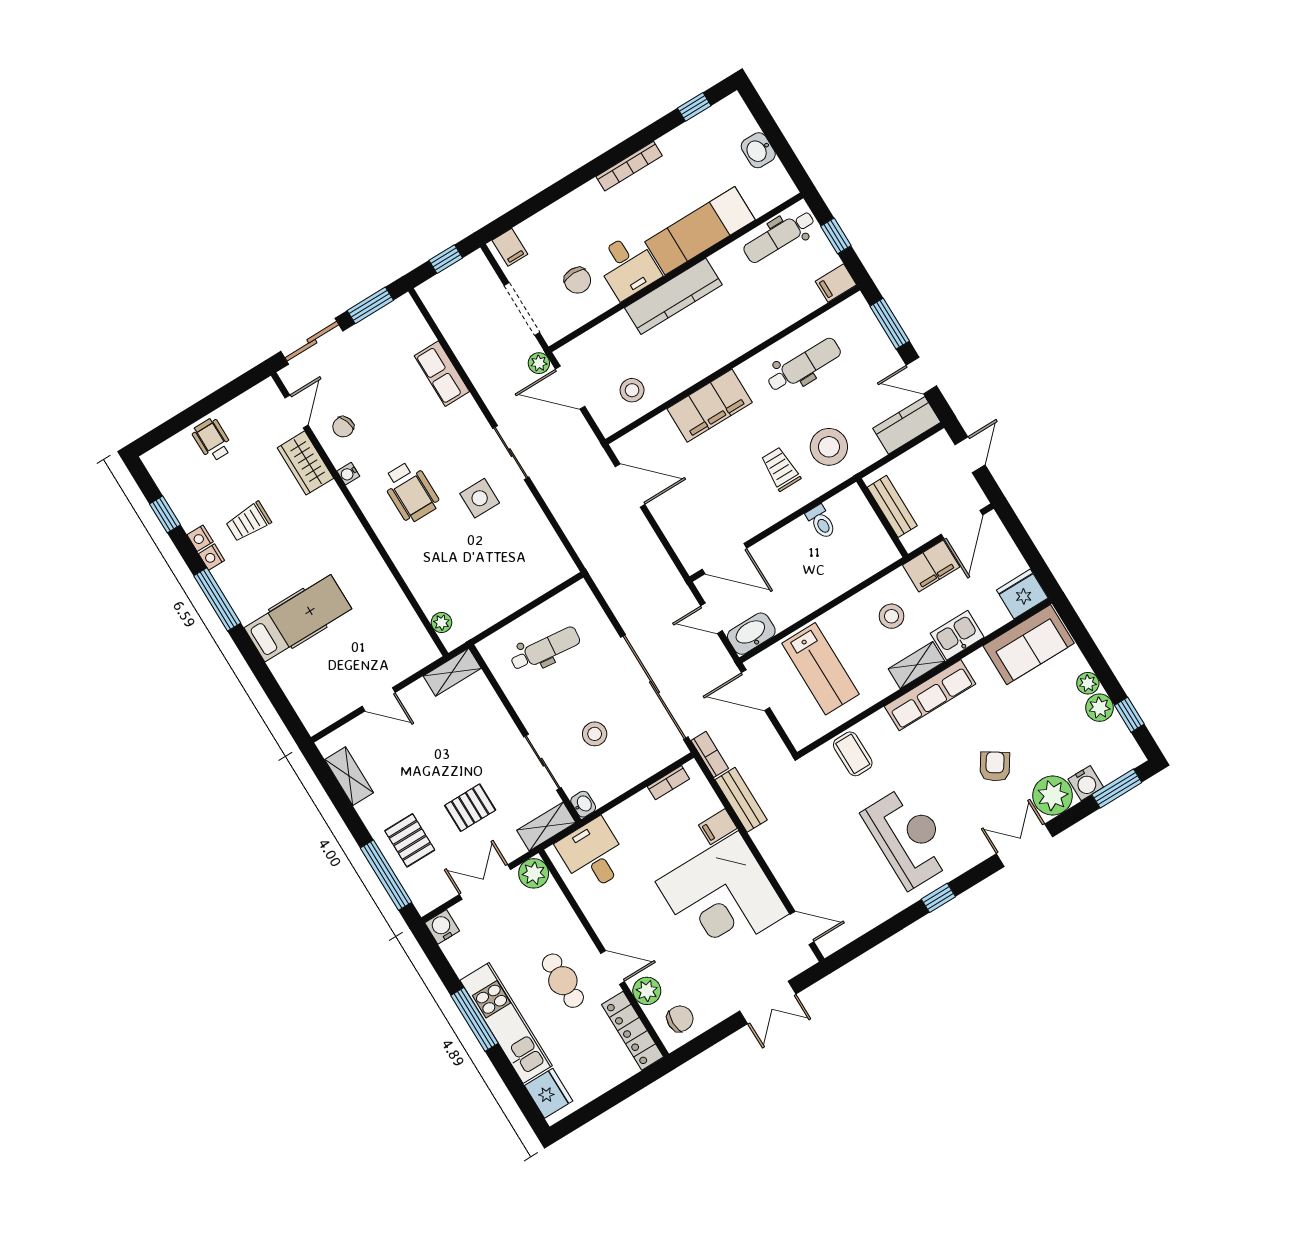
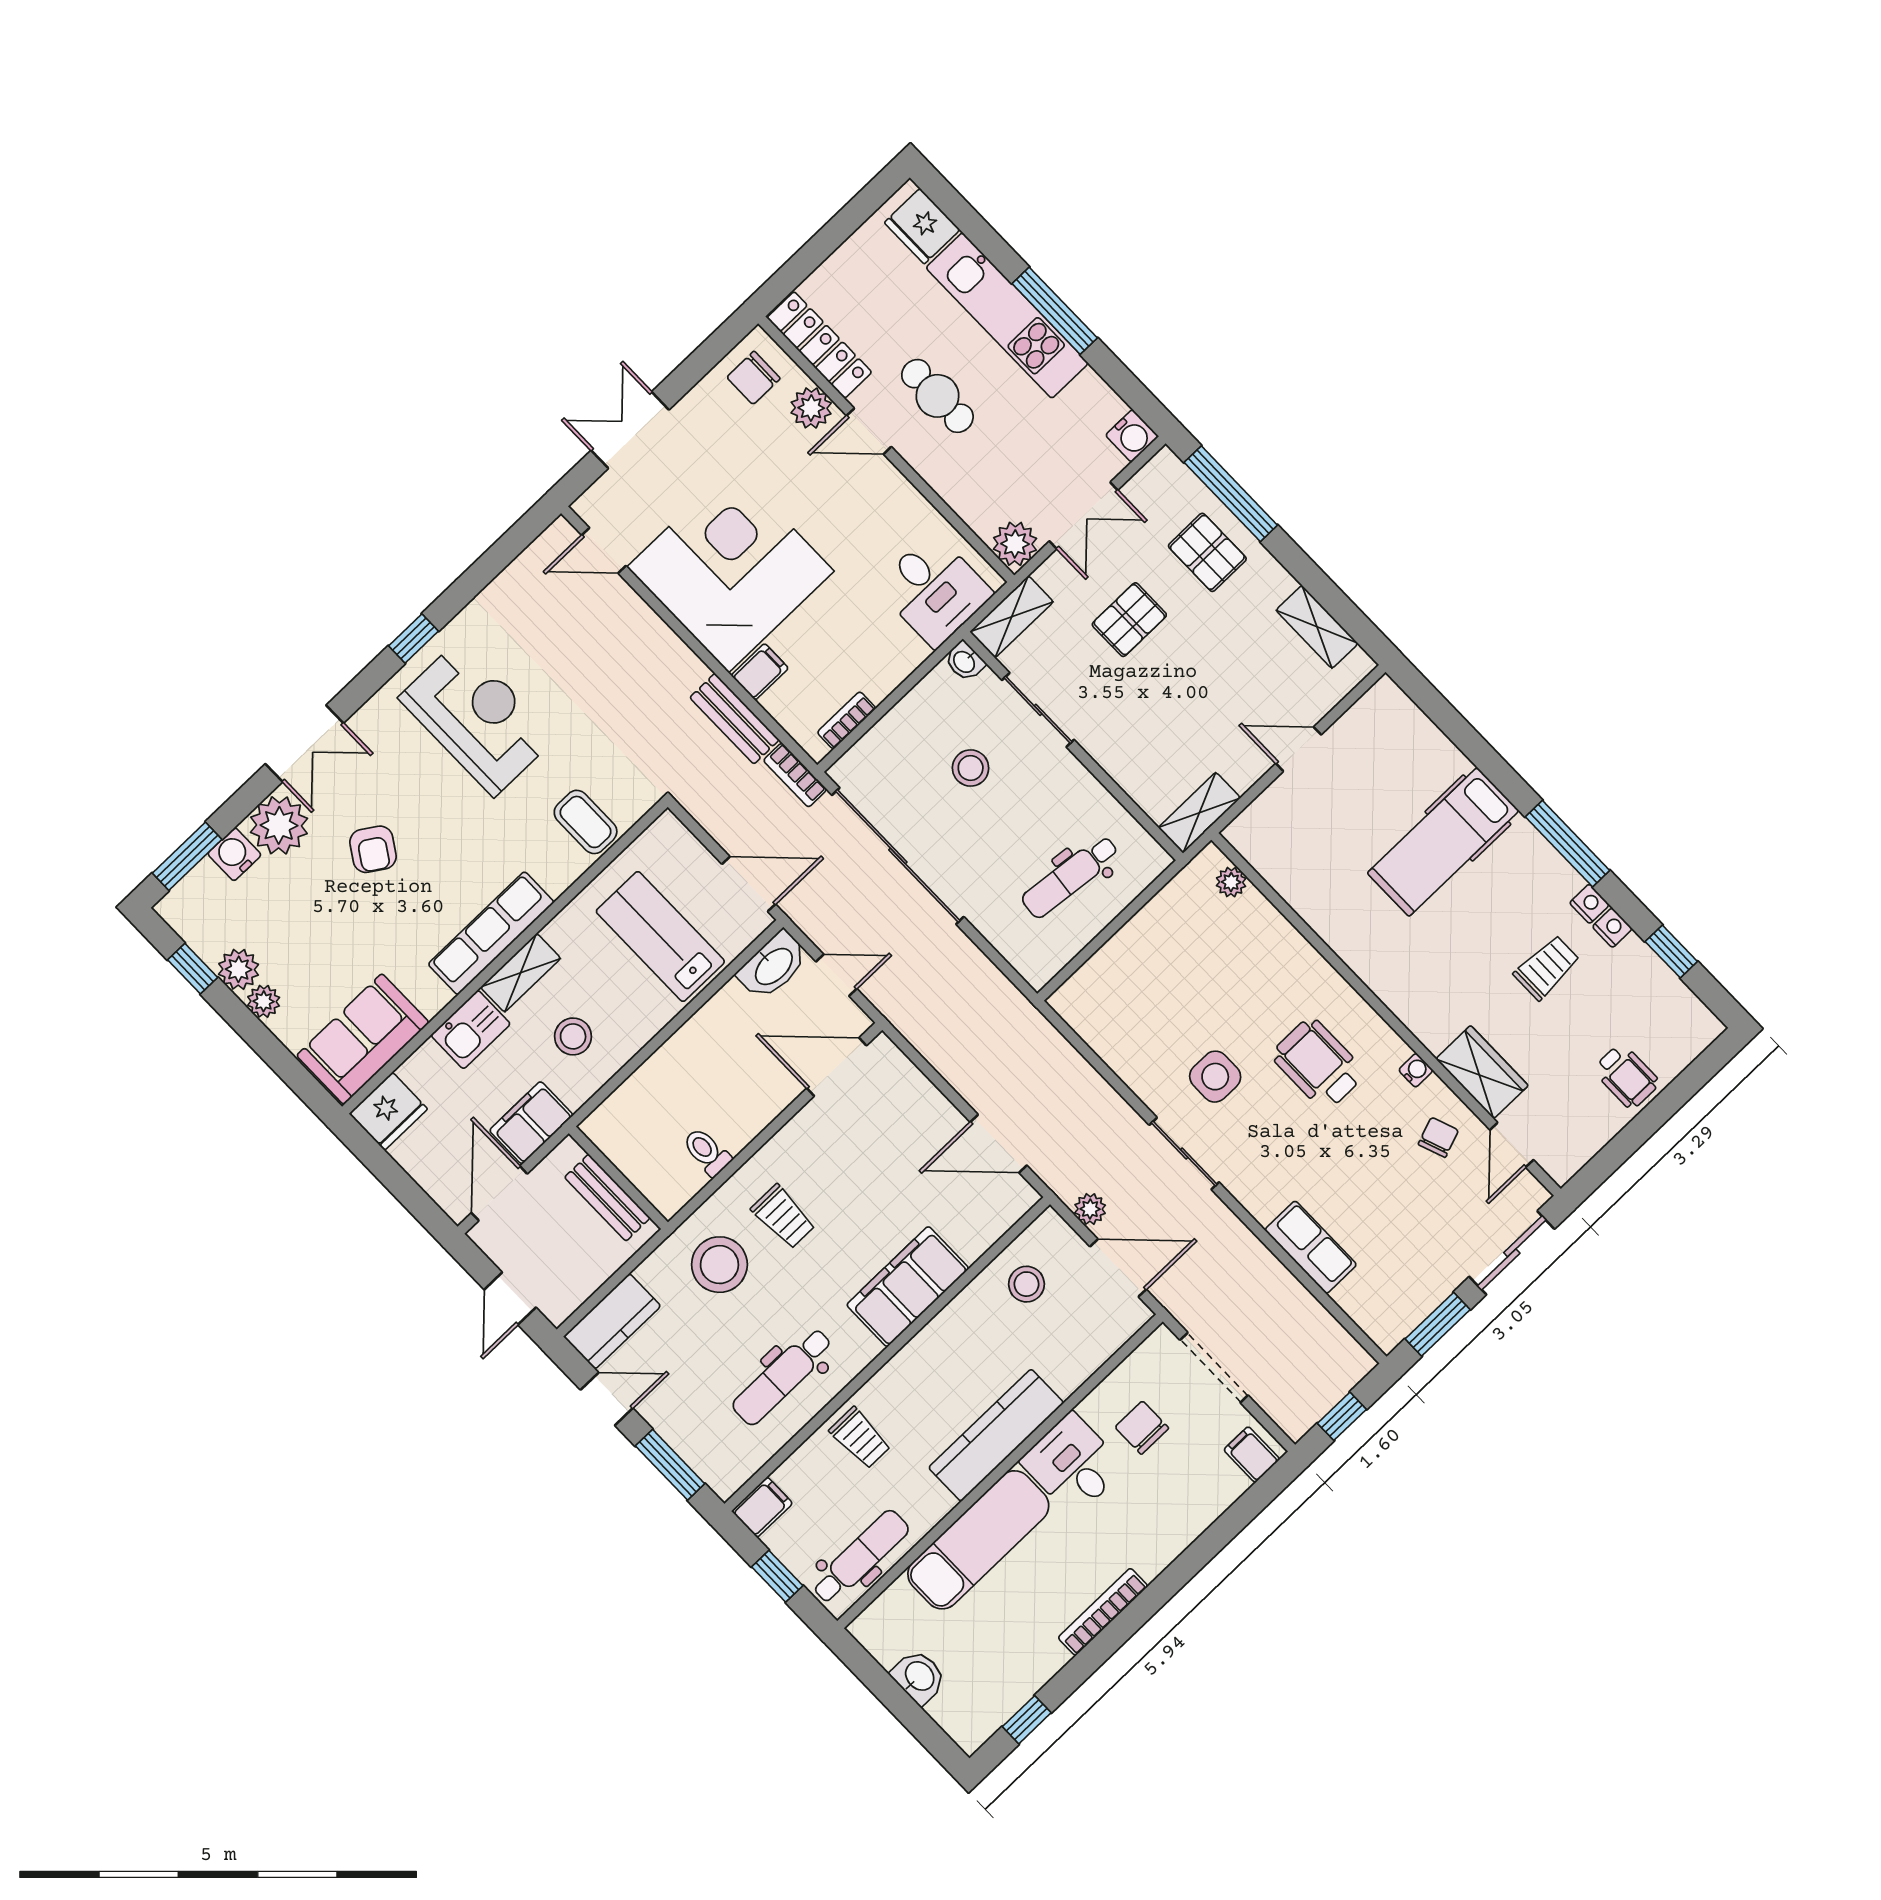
trolley: (762, 314) -> (860, 1438), added
plant: (539, 363) -> (1090, 1209), moved
reception desk: (908, 837) -> (477, 718), turned 180

